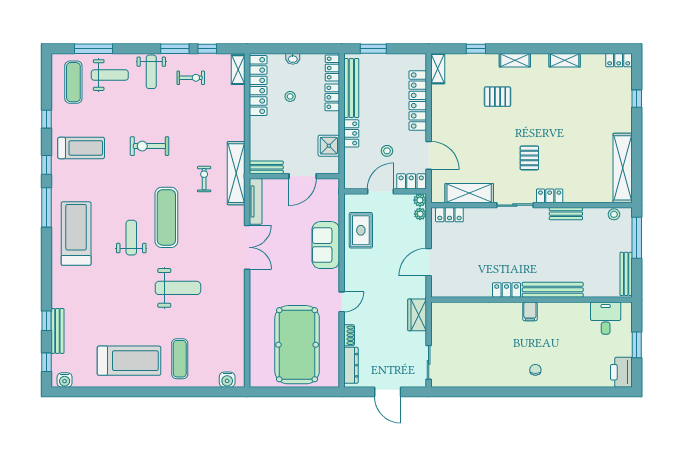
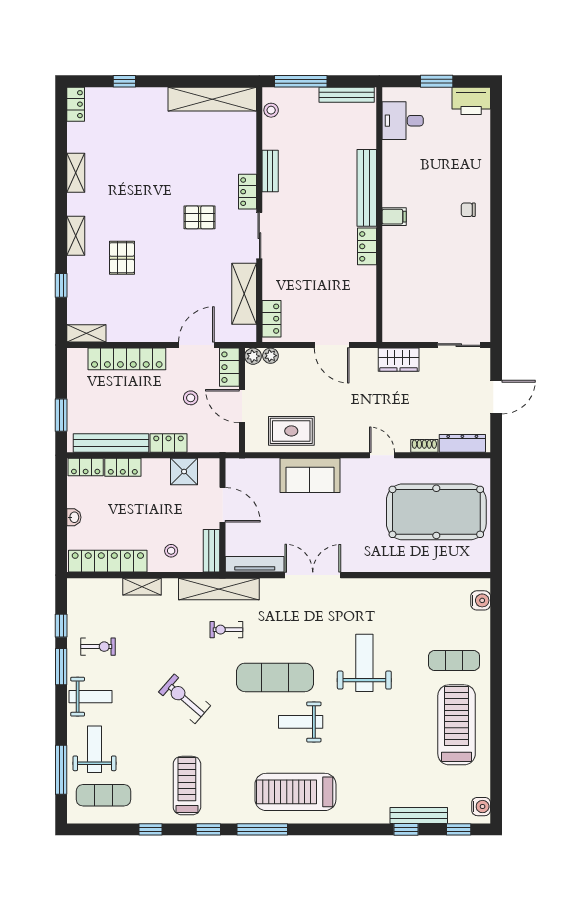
shelving: (238, 70) -> (142, 587), moved
exercise bike: (191, 78) -> (98, 647), turned 90
stool: (290, 96) -> (171, 551), moved
exercise bike: (149, 146) -> (185, 699), turned 131

